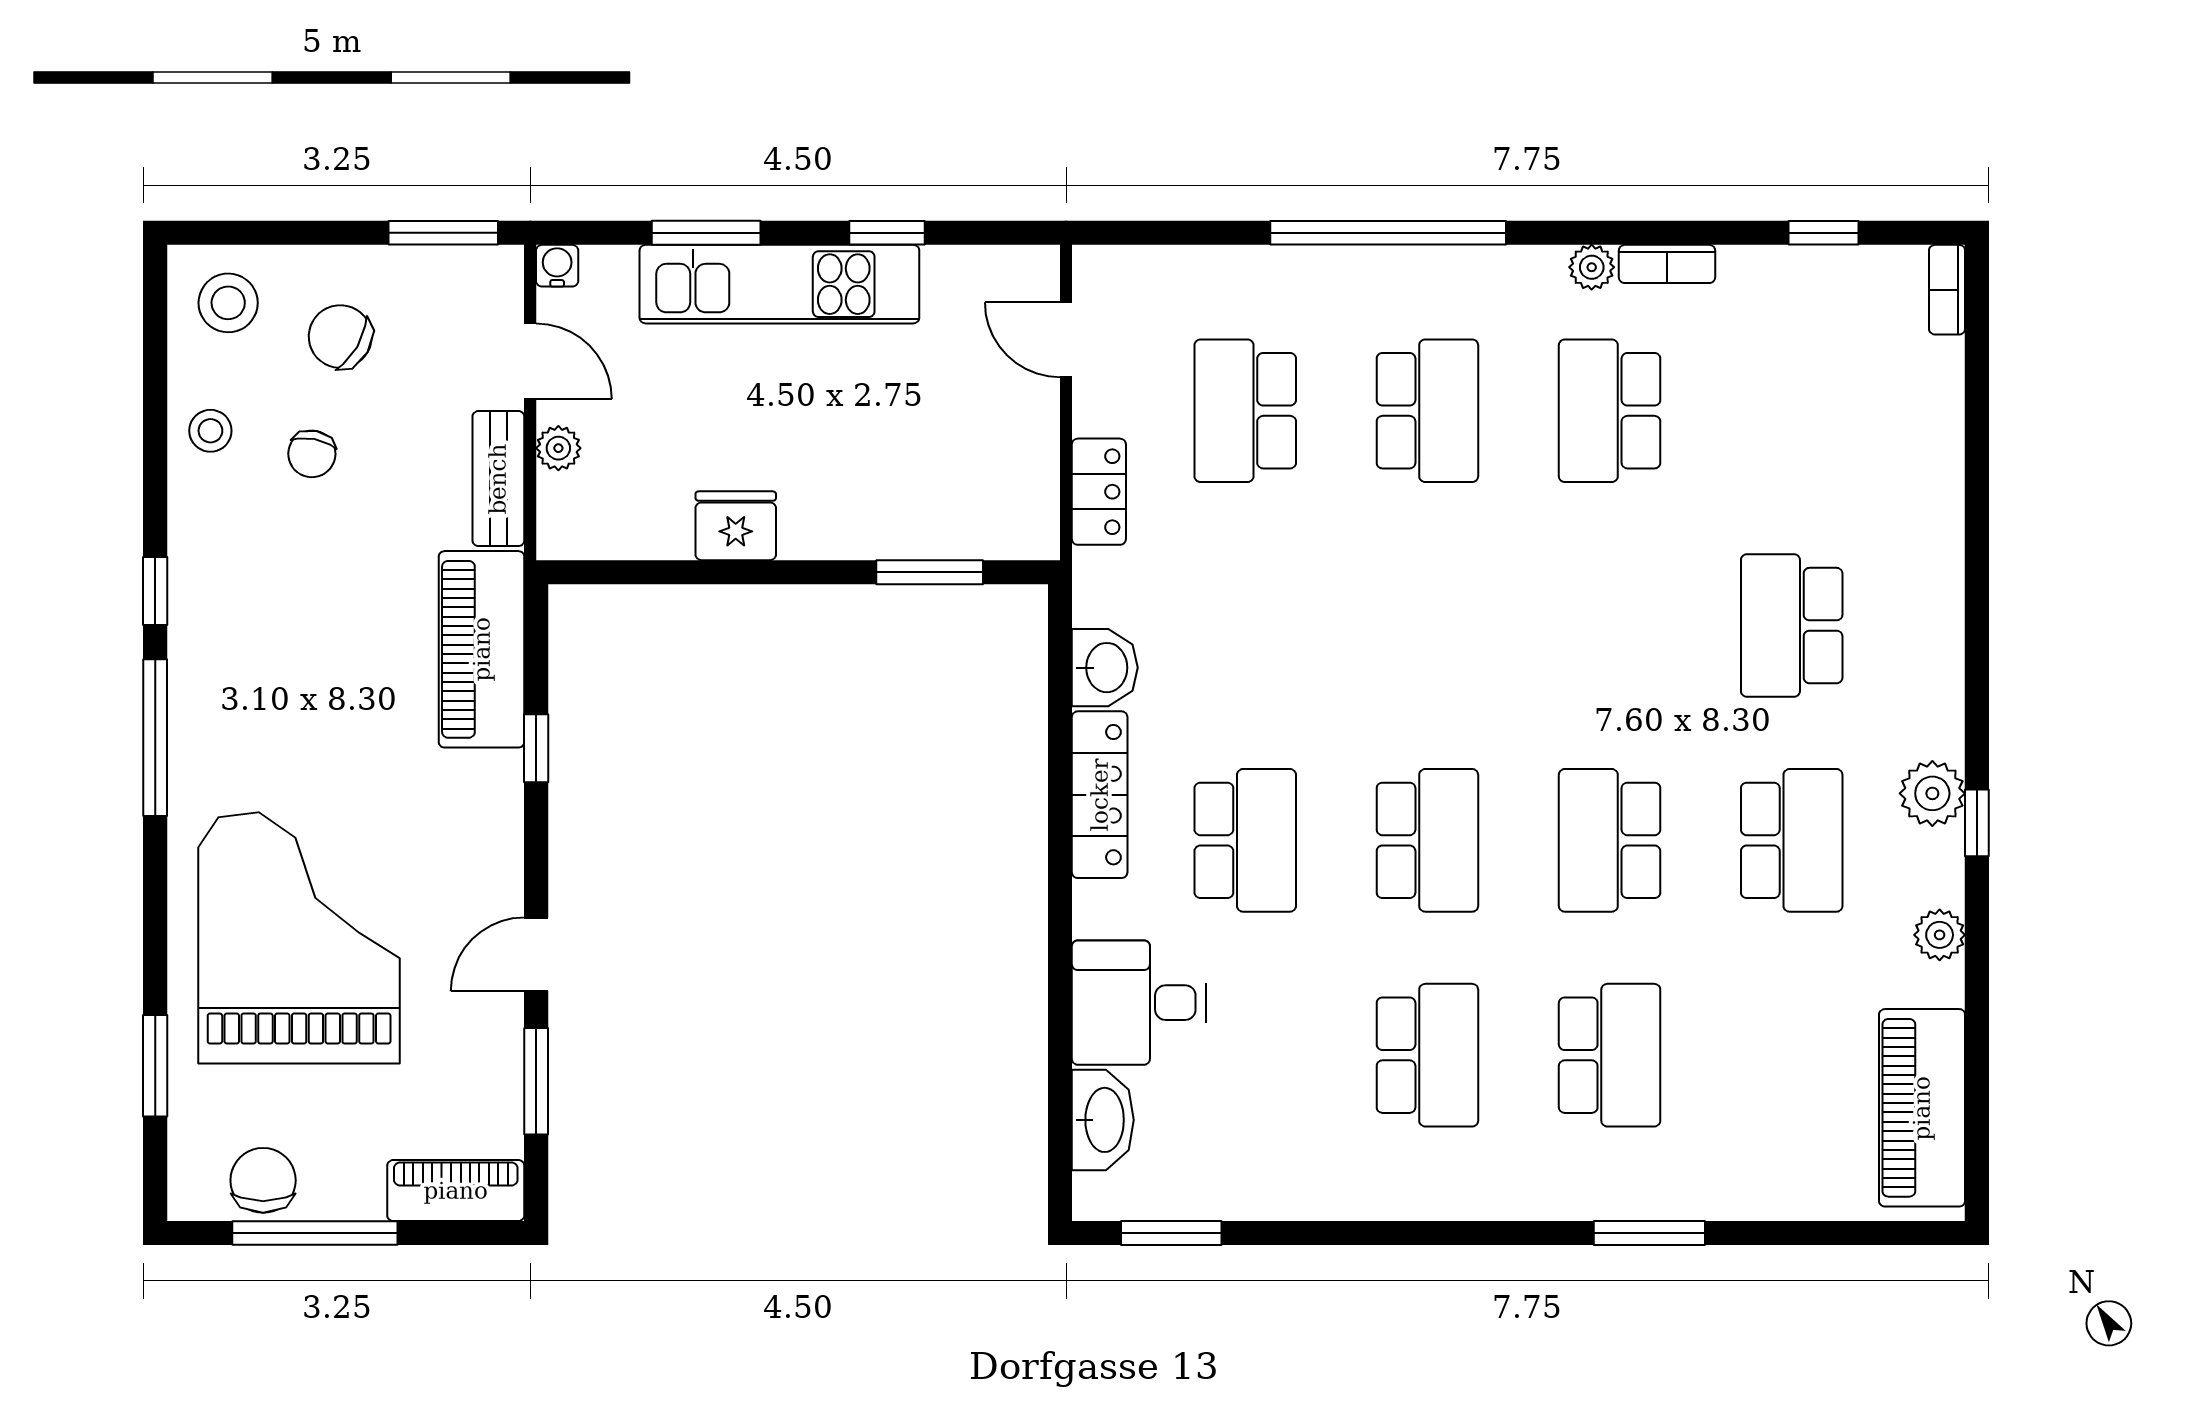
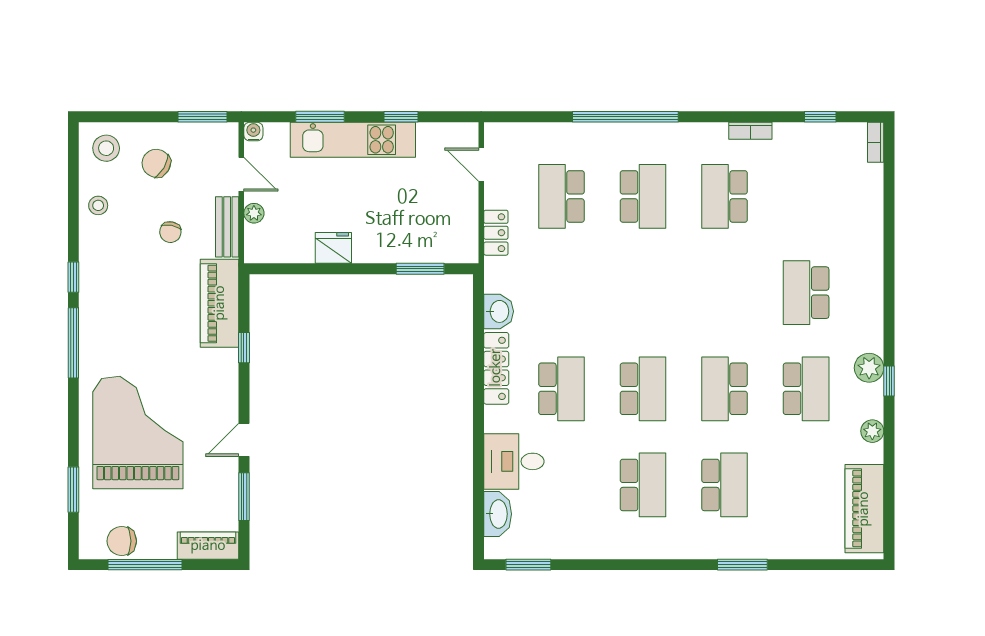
plant: (1592, 267) -> (717, 132), removed
chair: (312, 454) -> (170, 232), moved
chair: (263, 1180) -> (122, 541), turned -90

